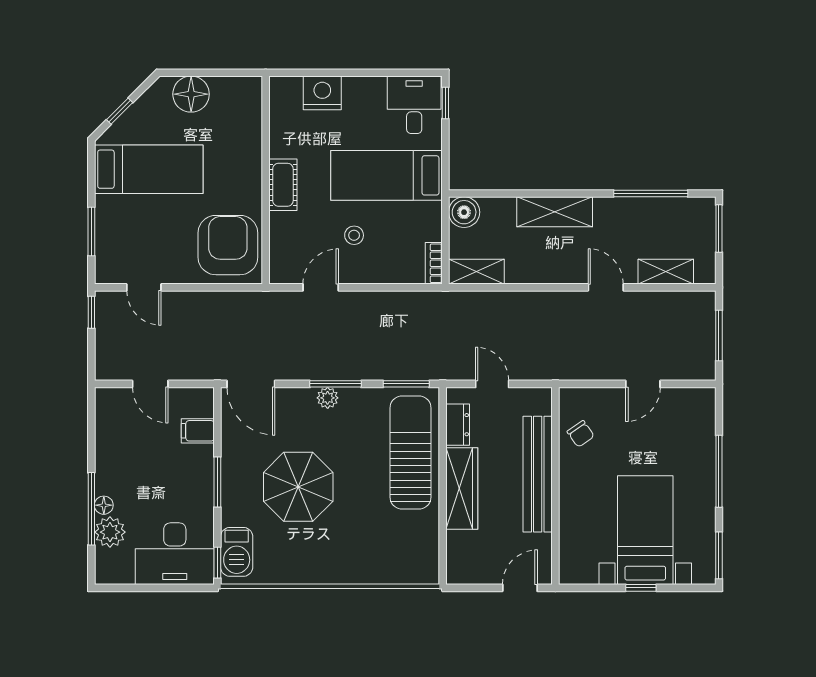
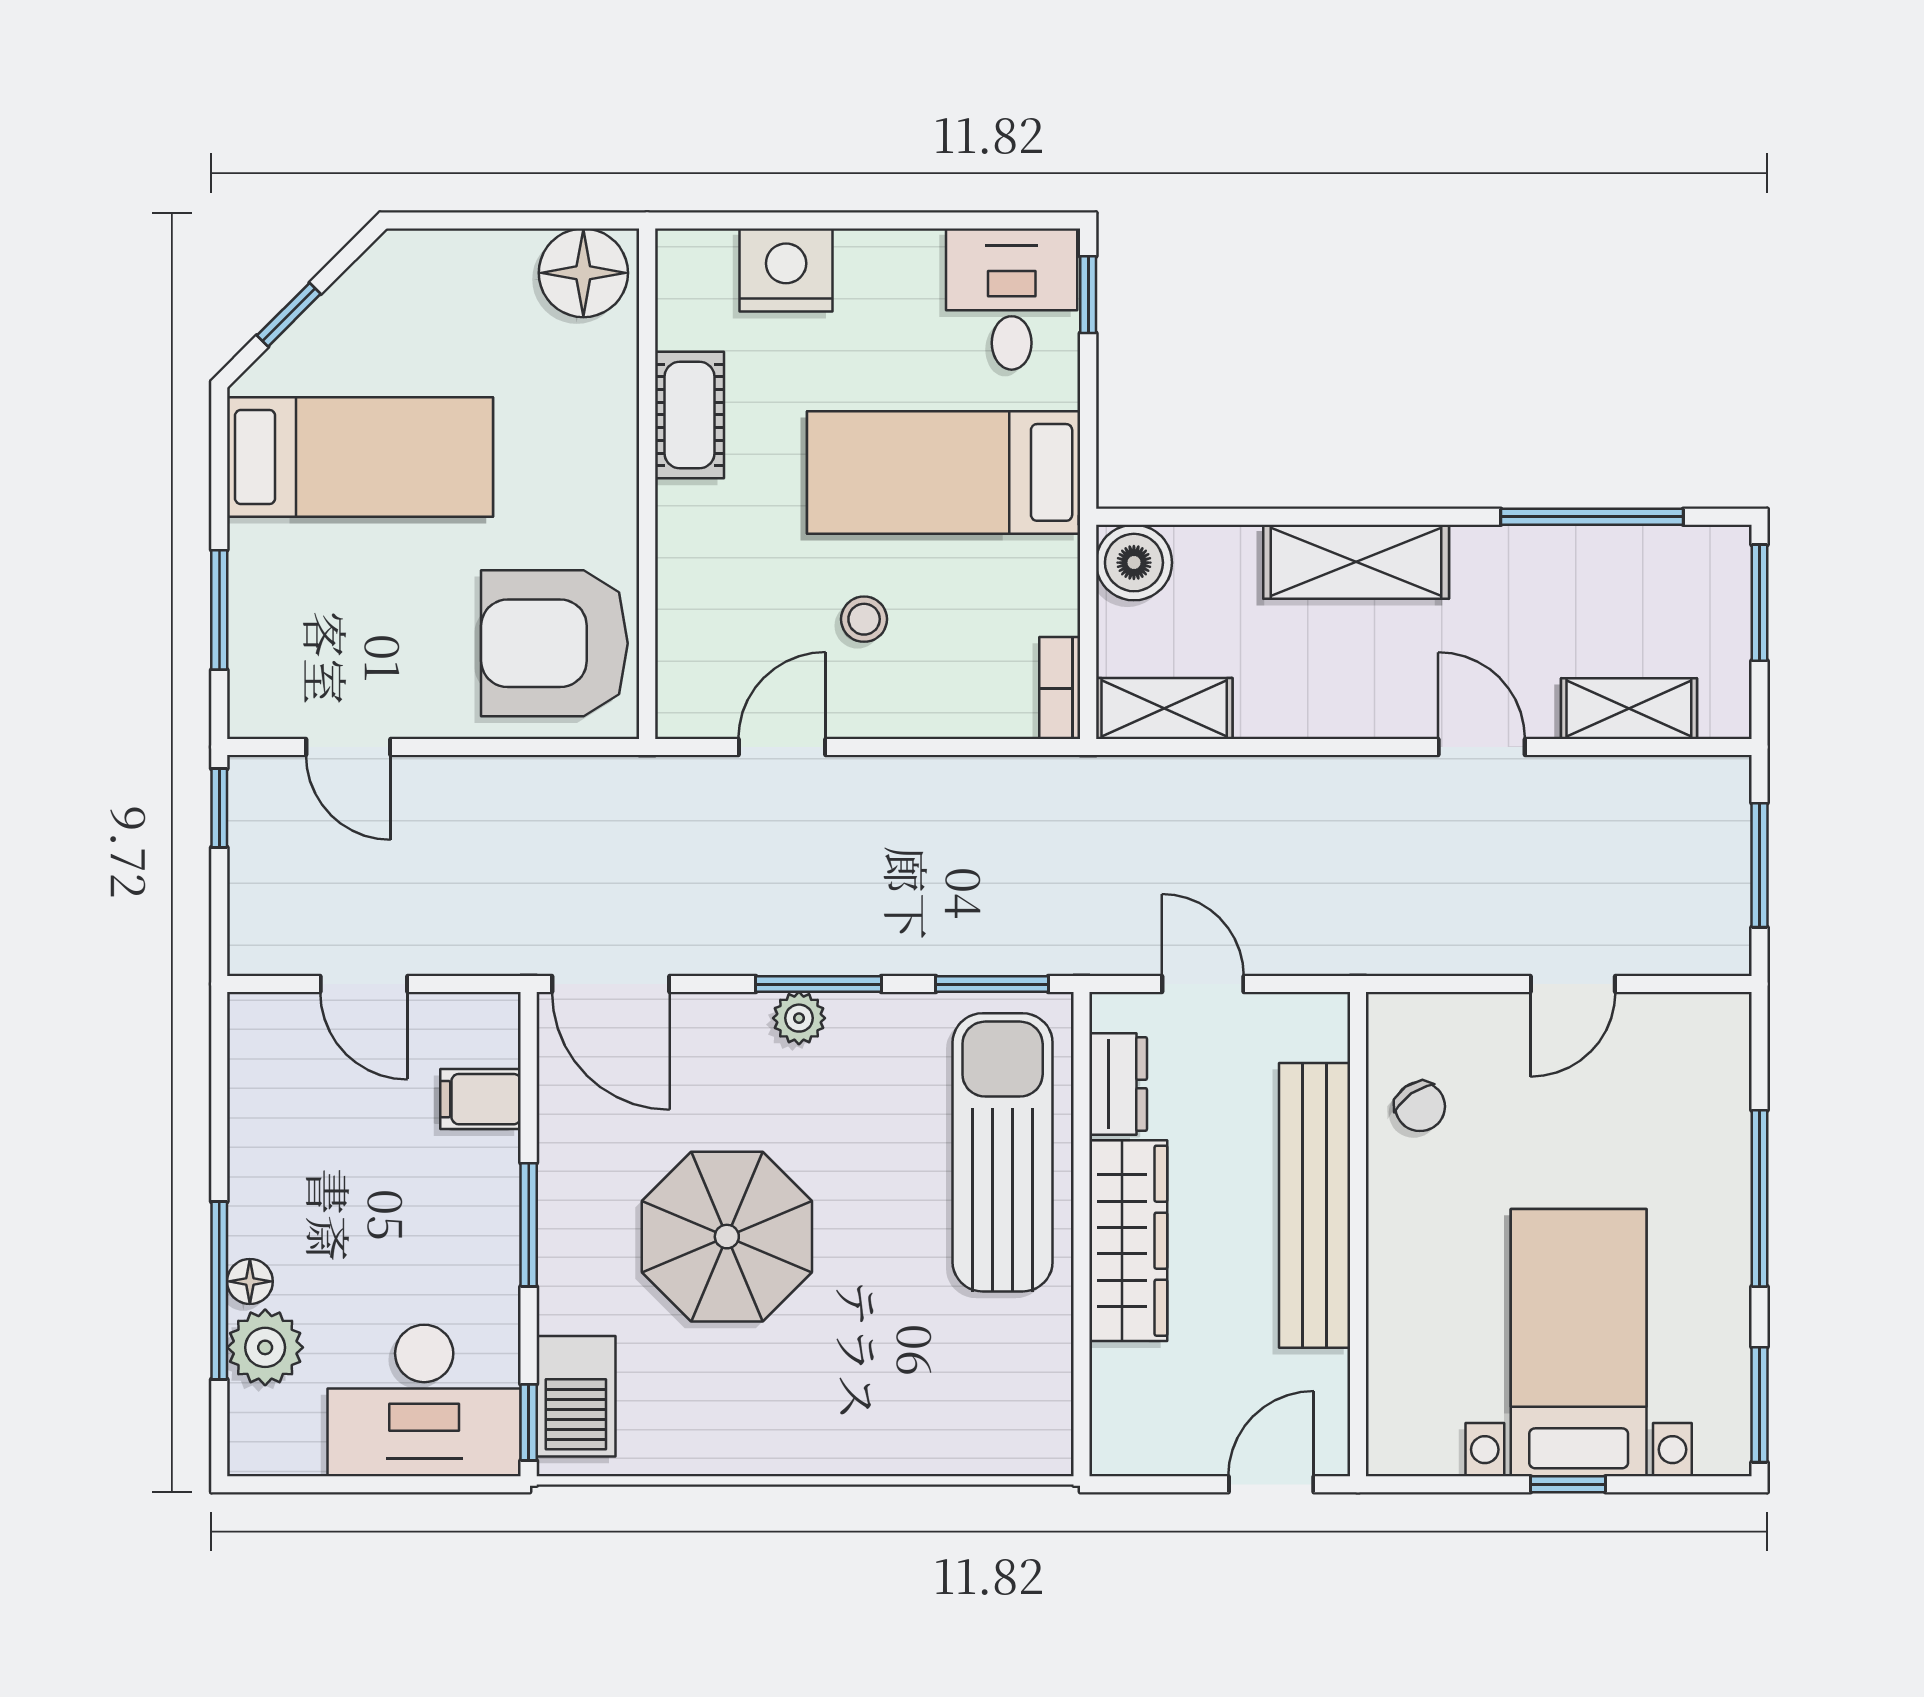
floor lamp: (191, 94) -> (583, 273), moved
cot: (283, 185) -> (690, 415), moved
armchair: (228, 245) -> (554, 643), turned -90

